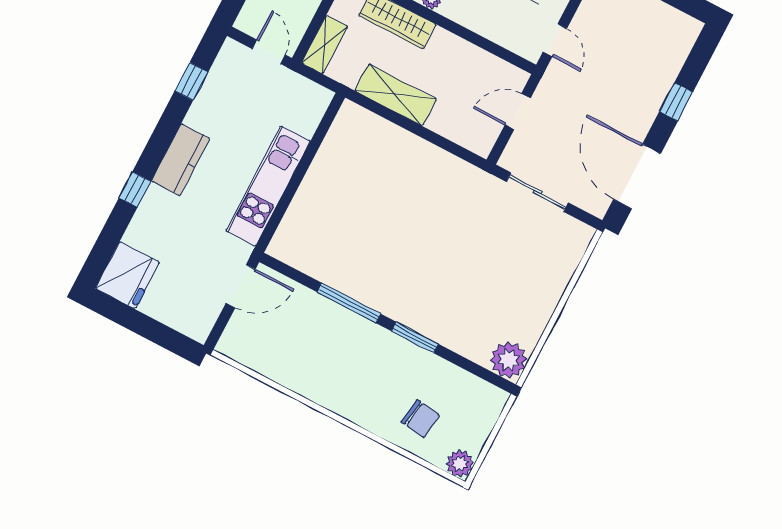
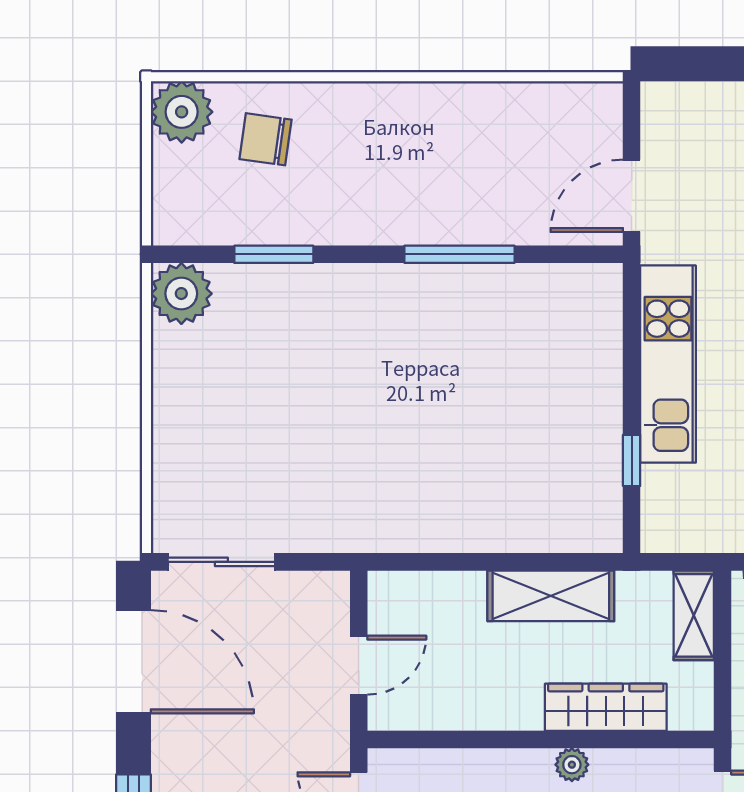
window: (315, 145) -> (632, 460), added
sliding door: (537, 192) -> (221, 562), moved
window: (415, 338) -> (274, 254), moved
plant: (460, 464) -> (182, 112), width x1.36, depth x1.36

